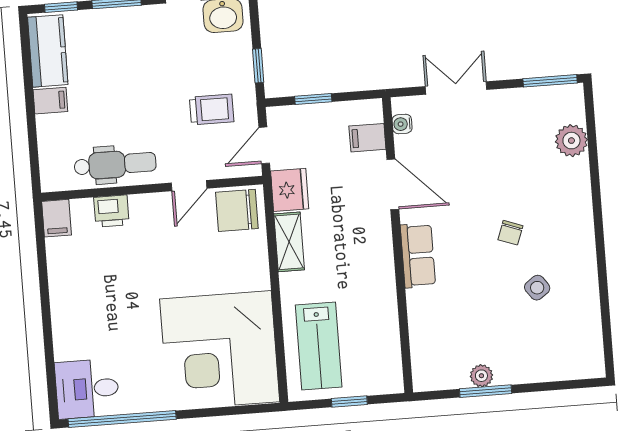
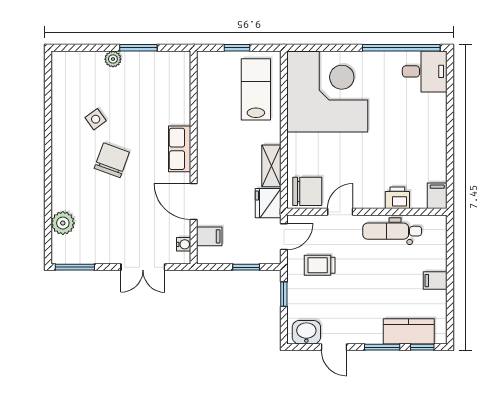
kitchen counter: (48, 51) -> (409, 331), moved, turned 90
chair: (510, 233) -> (112, 160), width x1.87, depth x1.87
plant: (481, 376) -> (113, 59), moved

